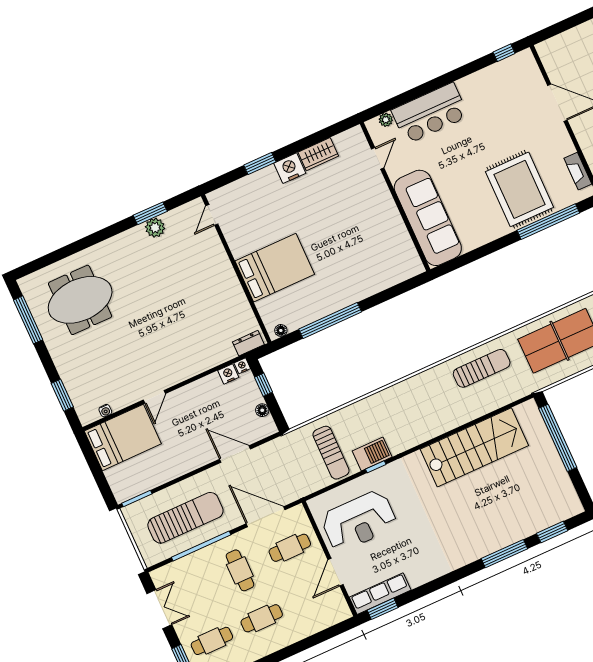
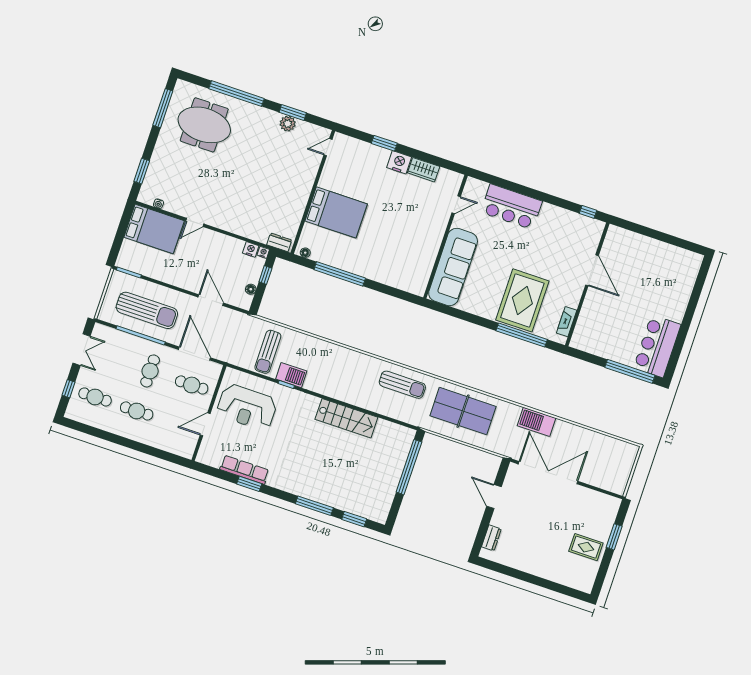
plant: (386, 120) -> (482, 187), removed
window: (83, 244) -> (237, 94), added
stairs: (474, 447) -> (346, 418), width x0.73, depth x0.66
row of seats: (380, 594) -> (244, 470), moved
window: (383, 609) -> (249, 484), moved

